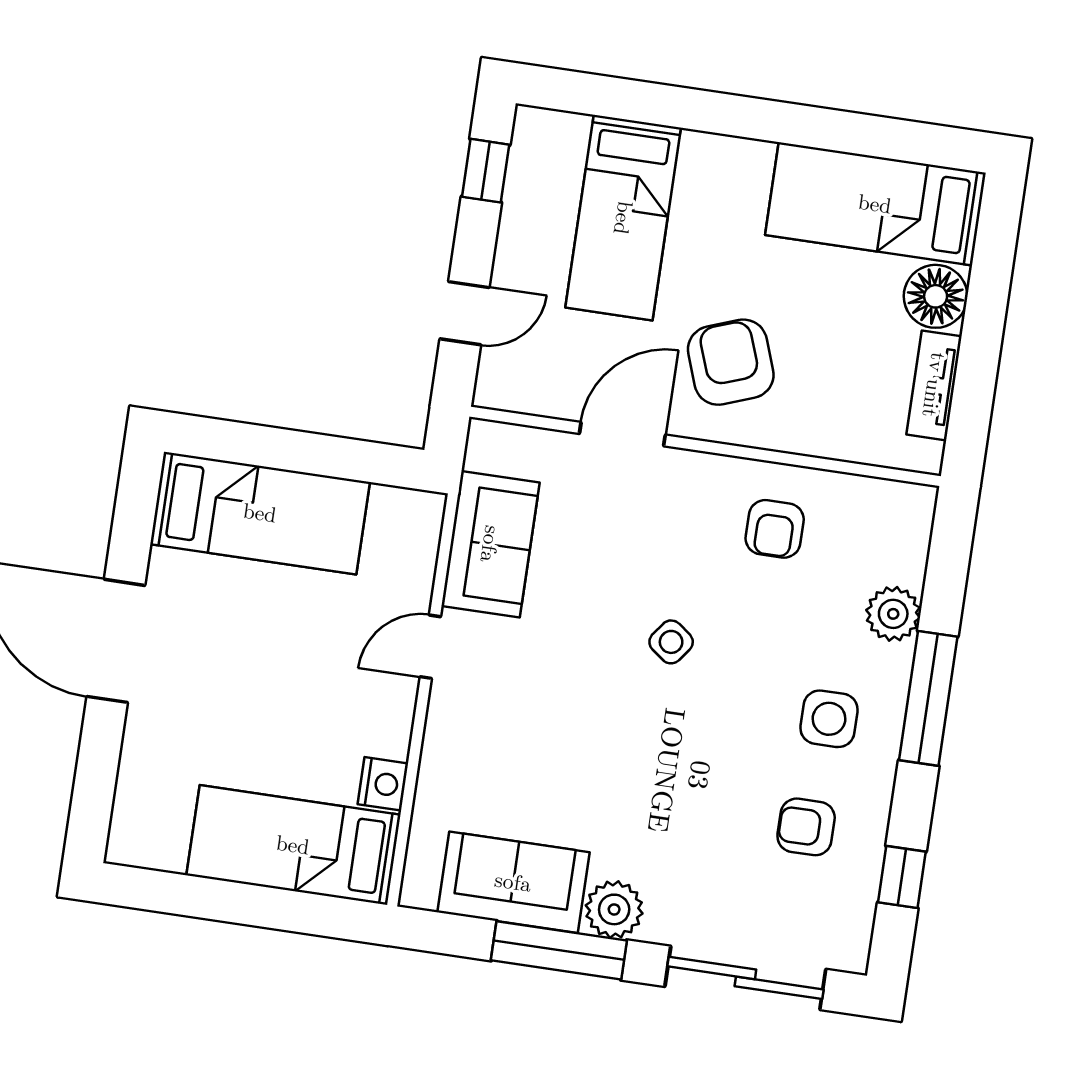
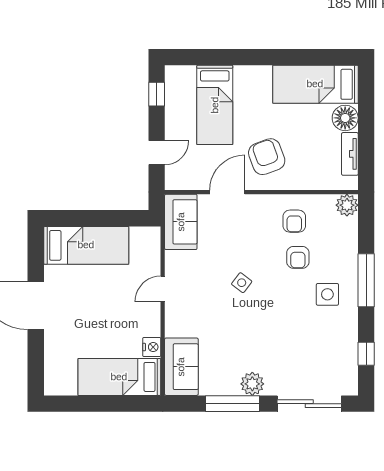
sofa: (490, 544) -> (181, 222), moved
plant: (893, 614) -> (347, 205), moved
side table: (671, 642) -> (242, 283), moved
armchair: (806, 827) -> (298, 257), moved, turned -90
sofa: (513, 882) -> (181, 367), moved, turned 90

